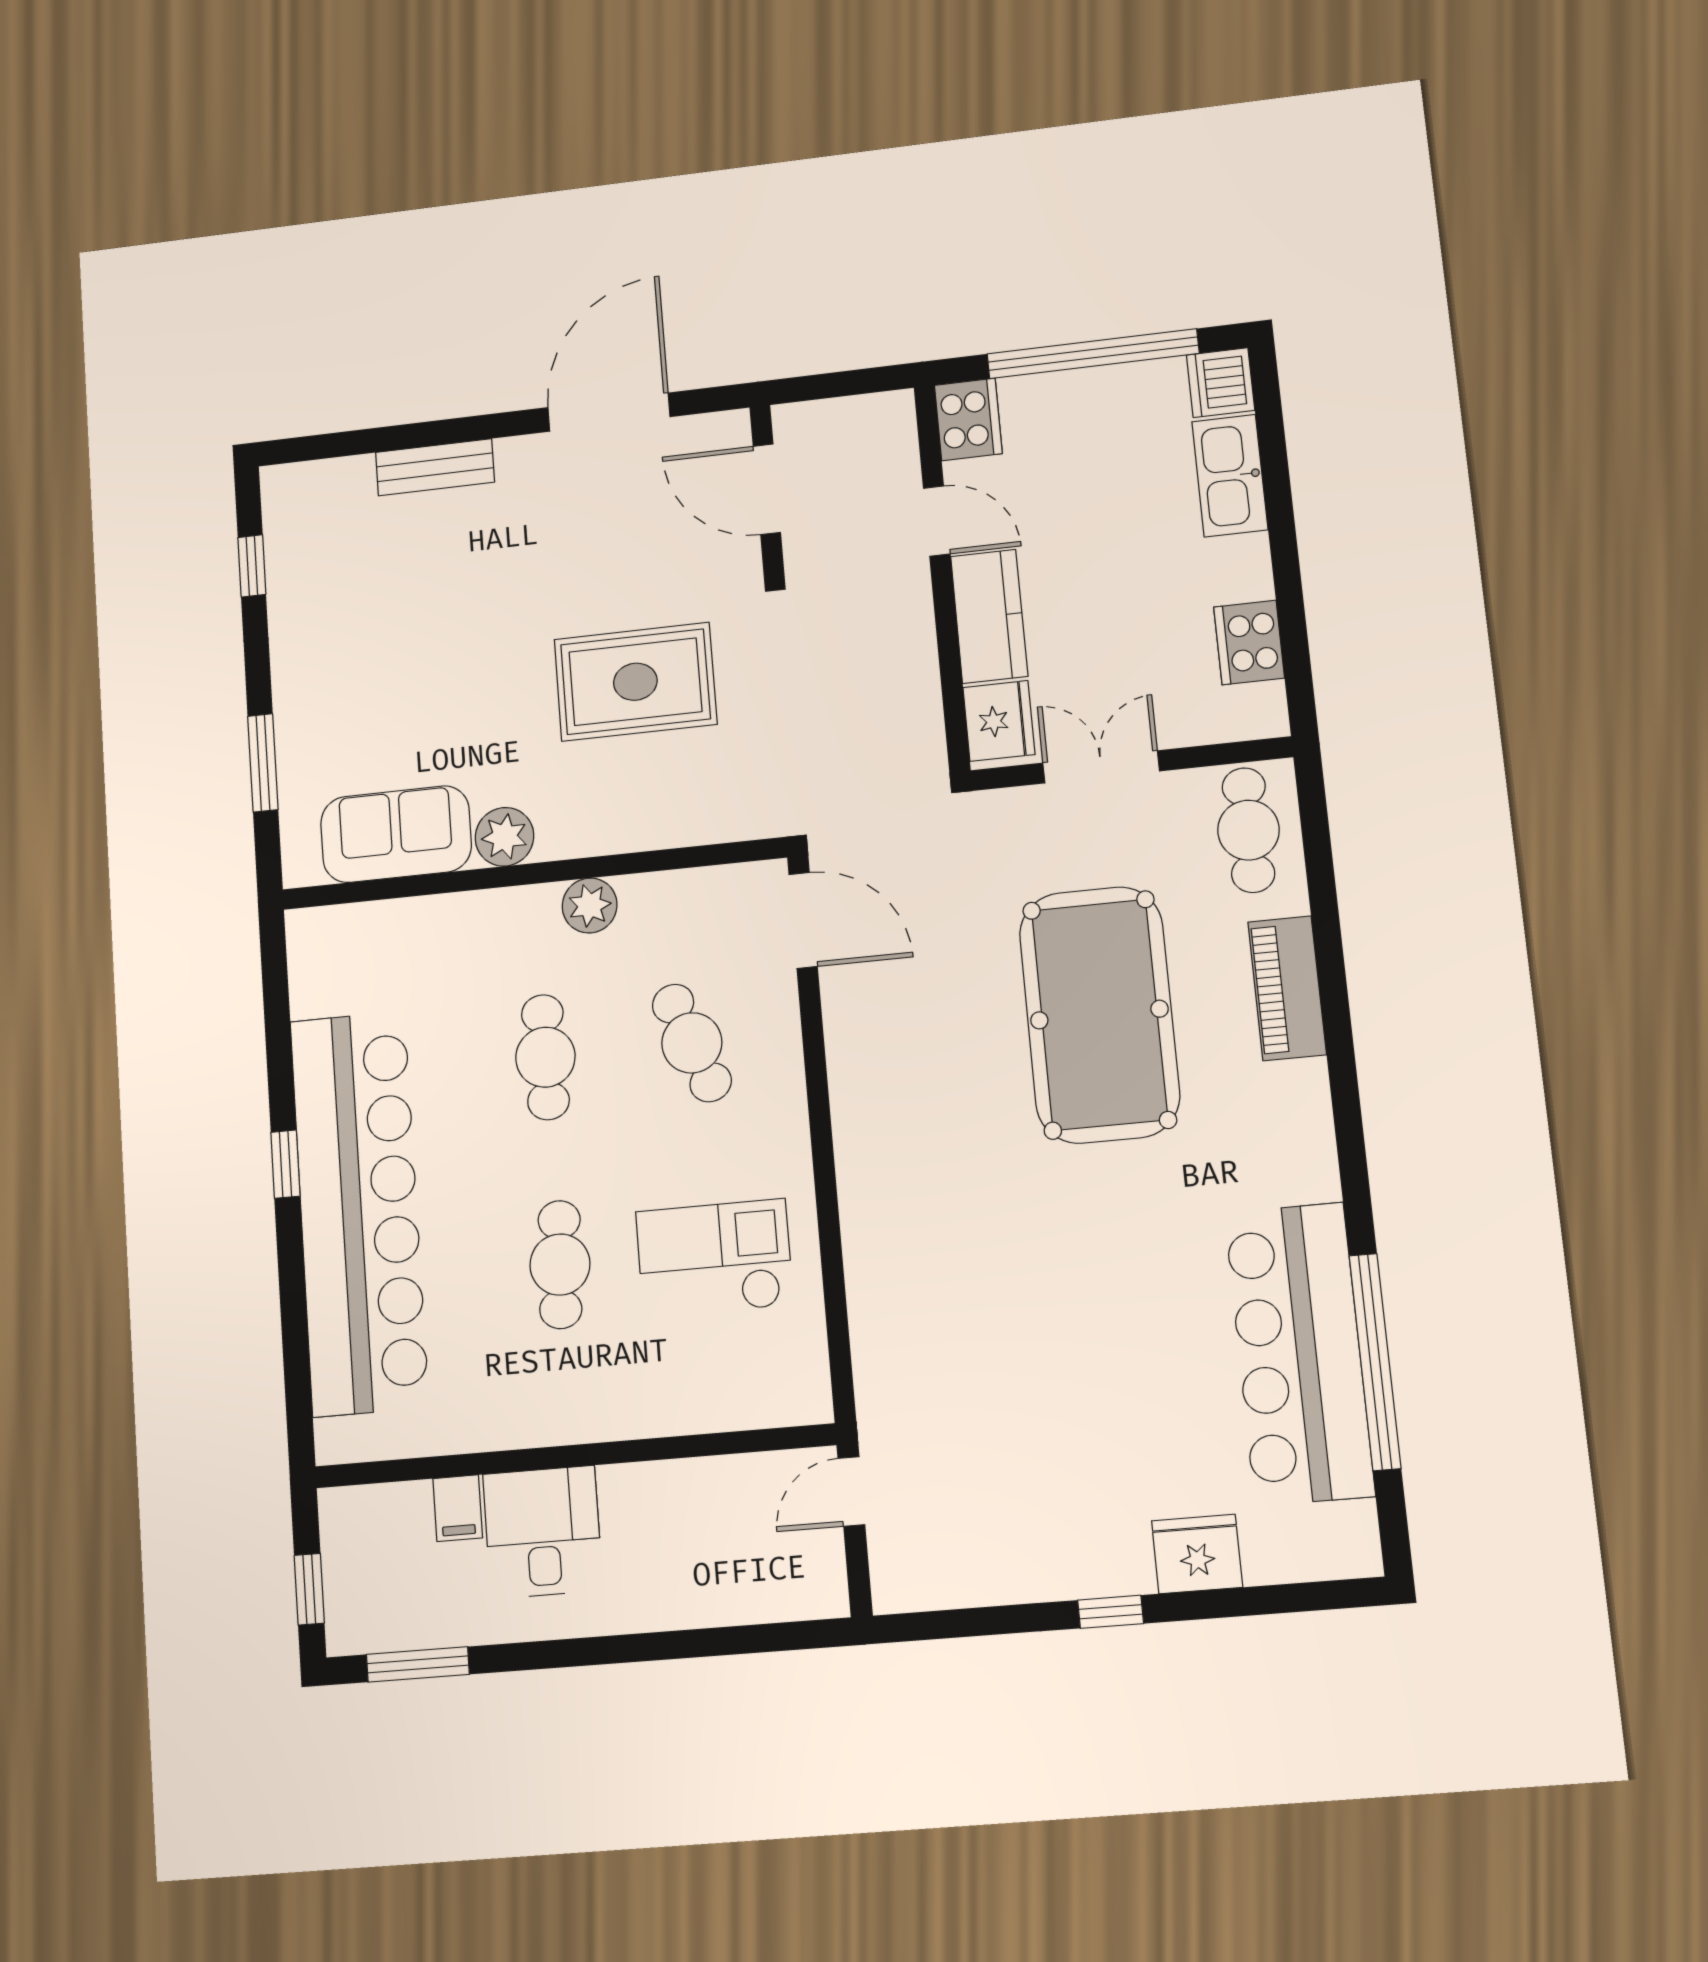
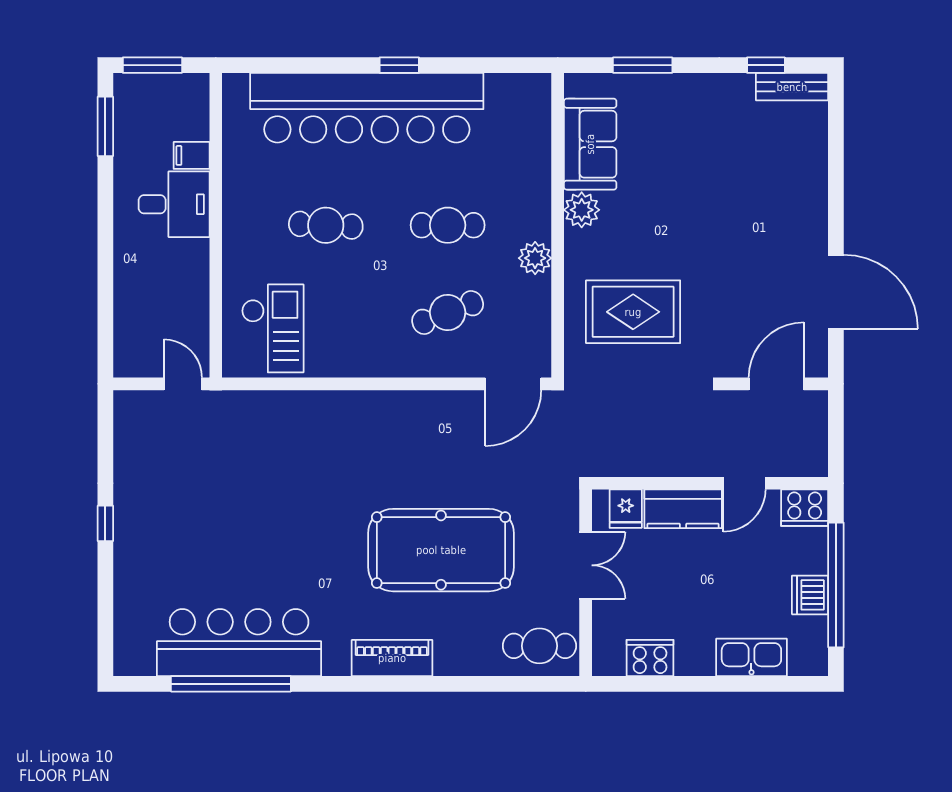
dishwasher: (1221, 383) -> (810, 595), moved, turned -90
bench: (435, 467) -> (792, 87), moved, turned 90
rug: (635, 682) -> (633, 312), moved, turned 90
fridge: (999, 721) -> (626, 509), width x0.72
piano: (1287, 988) -> (392, 658), moved
checkout: (714, 1258) -> (273, 328), moved
fridge: (1197, 1554) -> (133, 574), removed
window: (309, 1589) -> (152, 65), width x1.50

